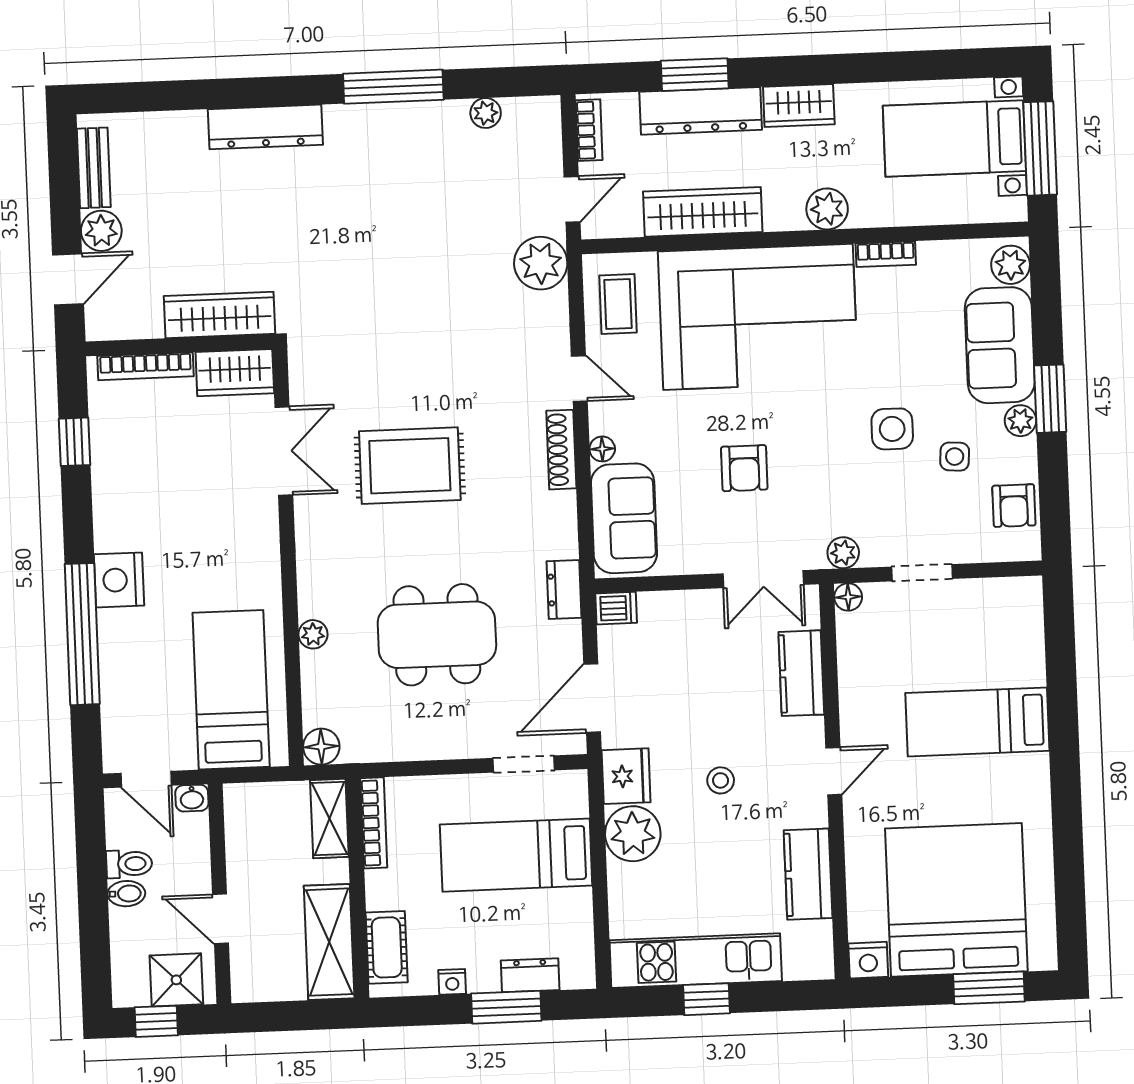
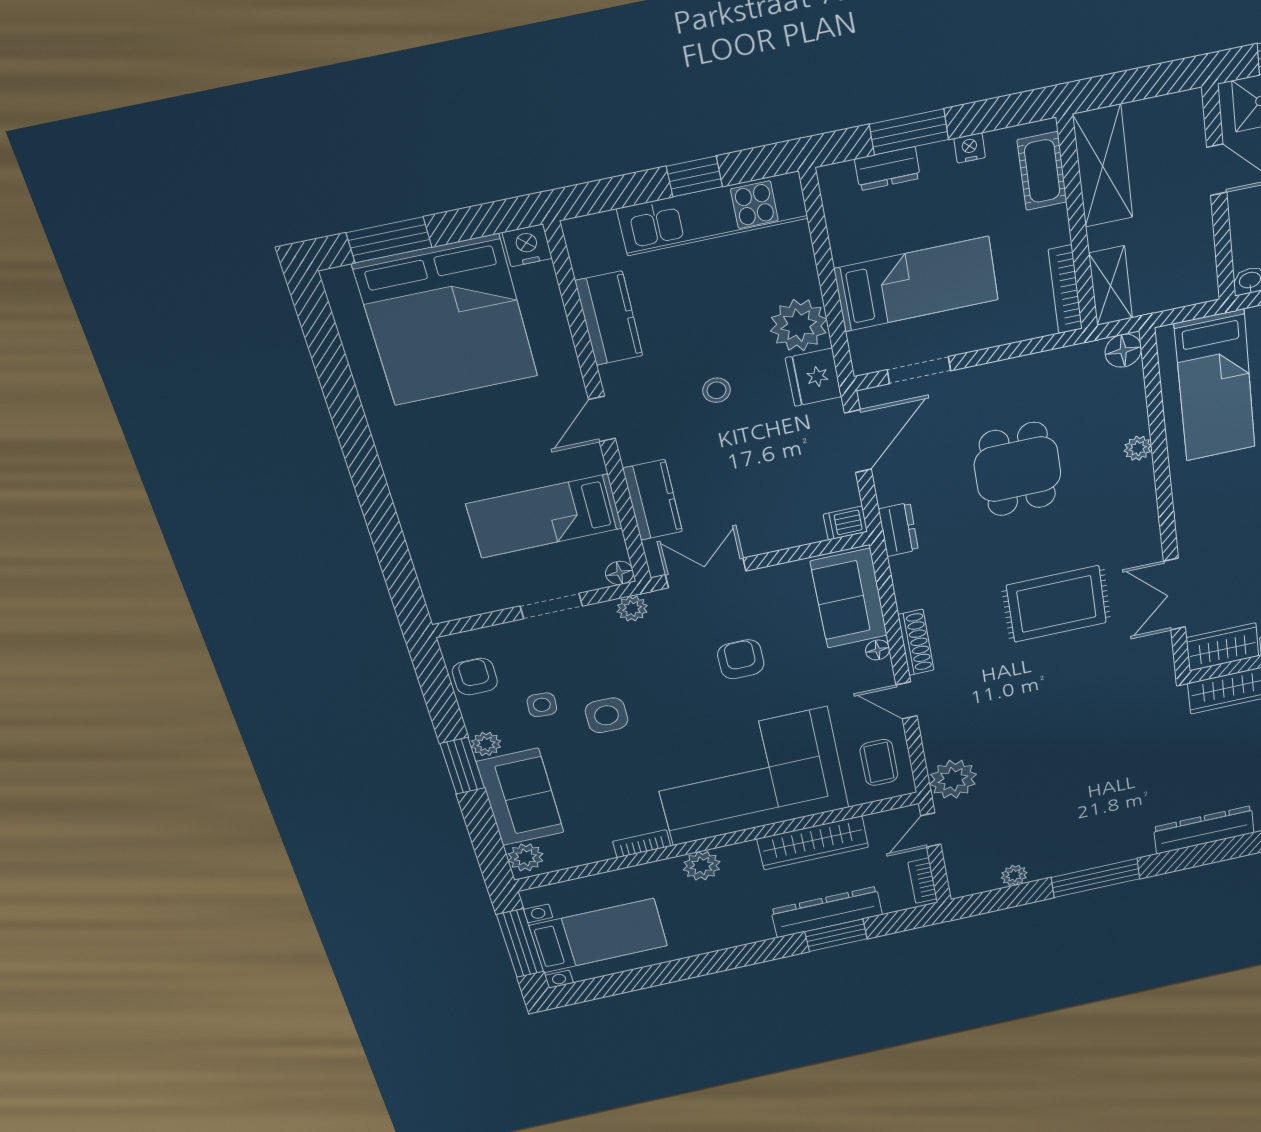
wardrobe: (799, 106) -> (741, 932), removed
dining table: (437, 635) -> (1018, 469), width x0.73
bed: (977, 722) -> (544, 516), moved, turned 180

